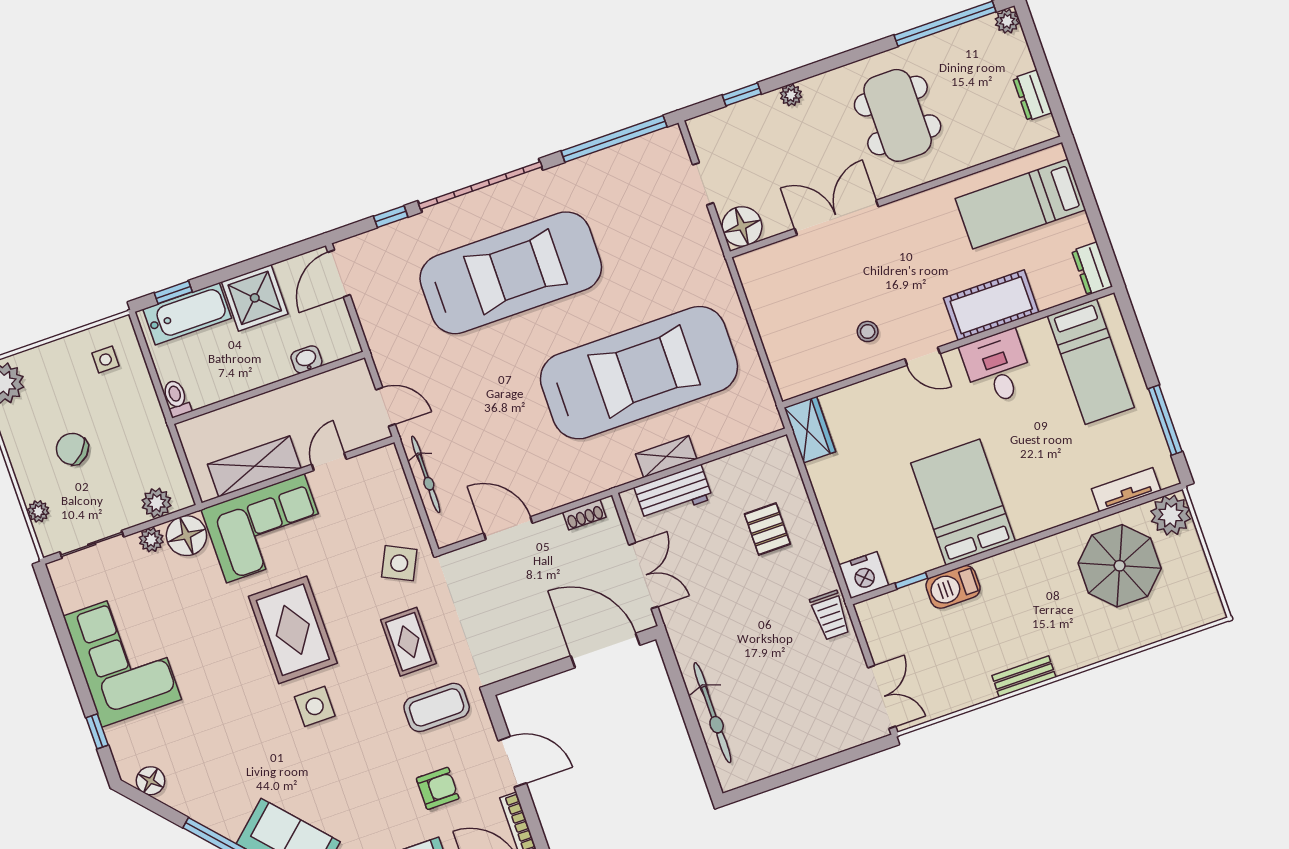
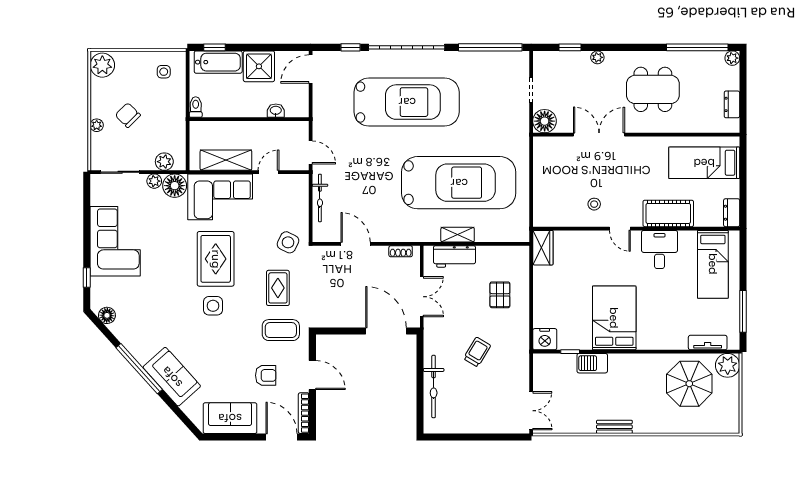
dining table: (898, 115) -> (653, 89), turned 90
plant: (38, 511) -> (97, 125), moved
trolley: (830, 615) -> (477, 352), moved, turned -149

